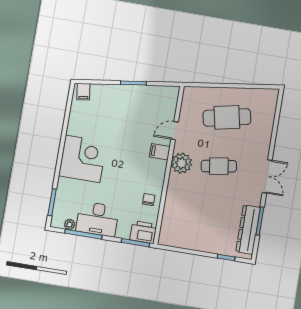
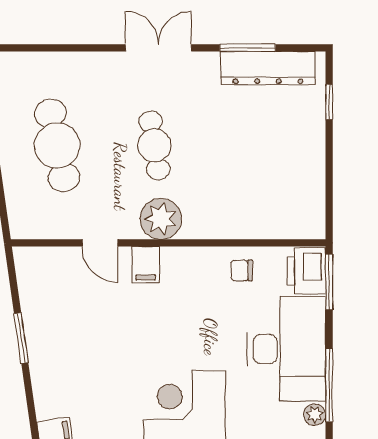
desk: (97, 219) -> (286, 349), width x1.36, depth x1.30

